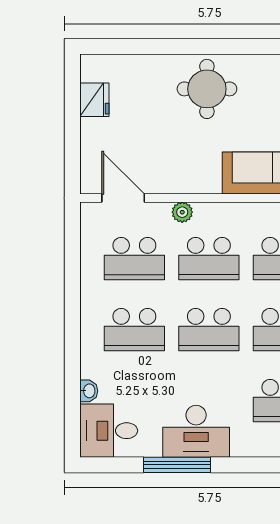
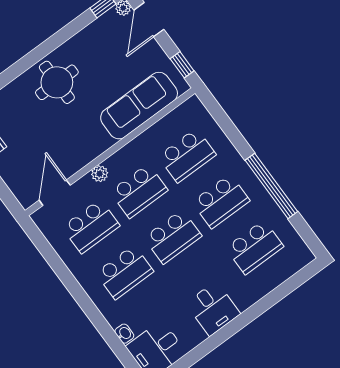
door: (123, 198) -> (55, 193), hinge flipped
desk: (196, 431) -> (213, 309), width x0.73
window: (177, 465) -> (217, 339), removed

